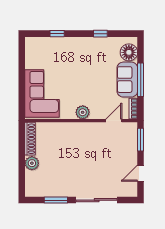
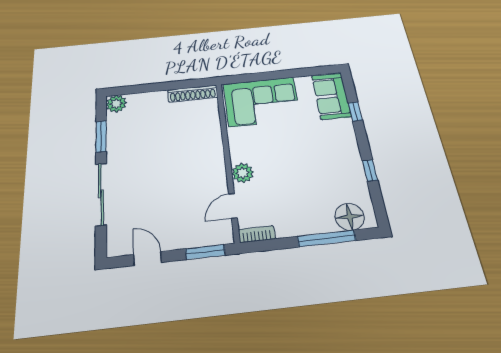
sofa: (127, 80) -> (331, 96), moved, turned -90
window: (141, 80) -> (327, 238), moved
plant: (83, 112) -> (243, 173), moved
door: (114, 121) -> (233, 206), swing flipped
plant: (32, 163) -> (116, 104), moved

